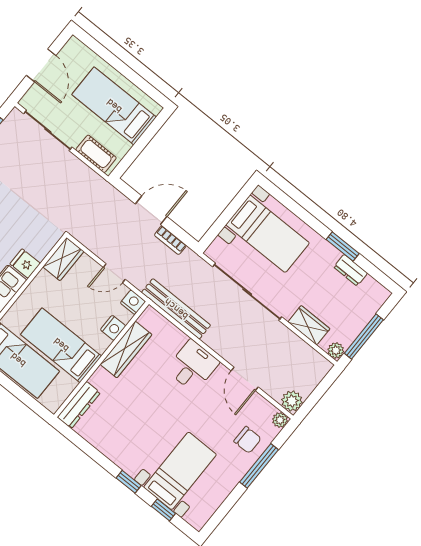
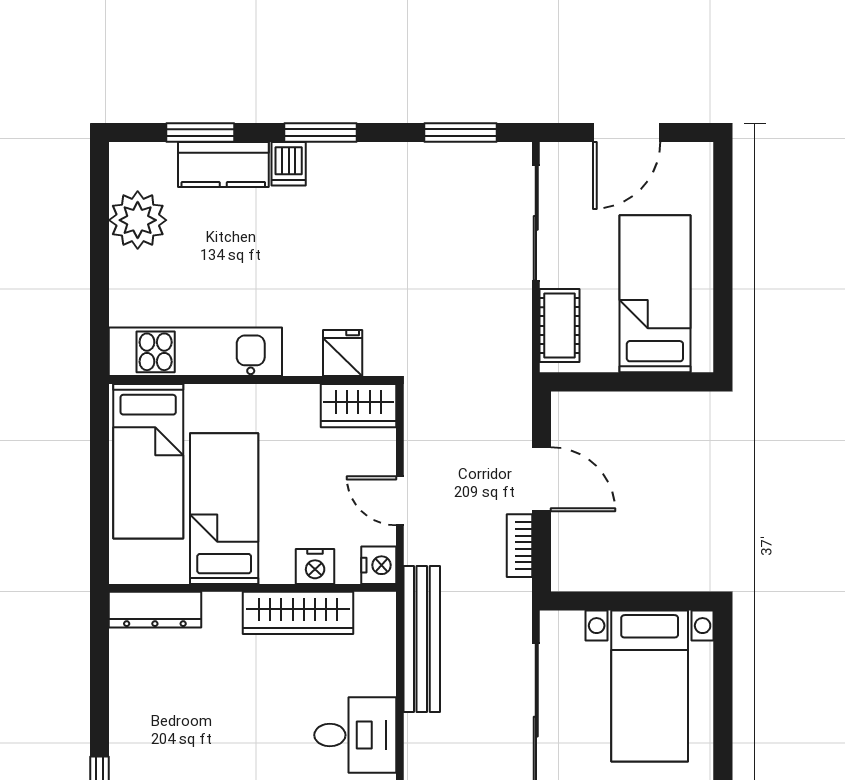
fridge: (25, 264) -> (343, 353), moved

